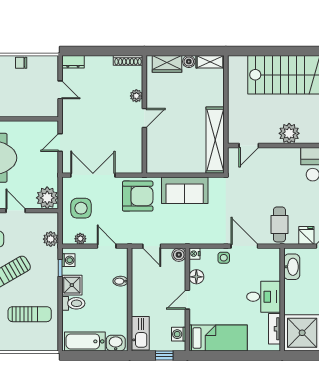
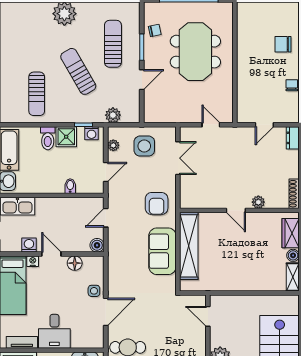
shelving: (215, 140) -> (189, 246), moved, turned 90
double door: (93, 175) -> (178, 158), width x0.73
armchair: (138, 196) -> (157, 204), width x0.73, depth x0.73
plant: (47, 198) -> (155, 112), removed
nightstand: (195, 254) -> (33, 261), moved
washing machine: (179, 334) -> (29, 245), moved

